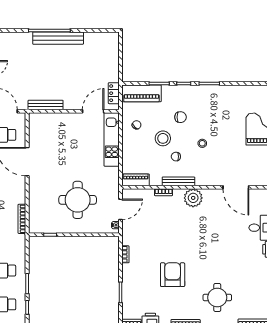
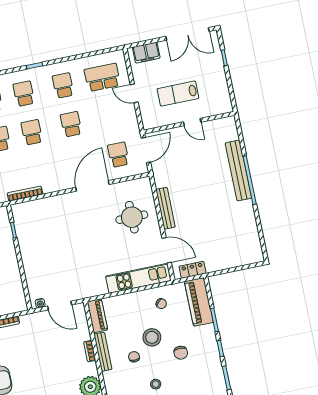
bench: (58, 38) -> (238, 171), moved
bench: (46, 105) -> (166, 208), moved
bench: (178, 181) -> (103, 352), moved
round table: (78, 200) -> (132, 217), moved, width x0.73, depth x0.73

